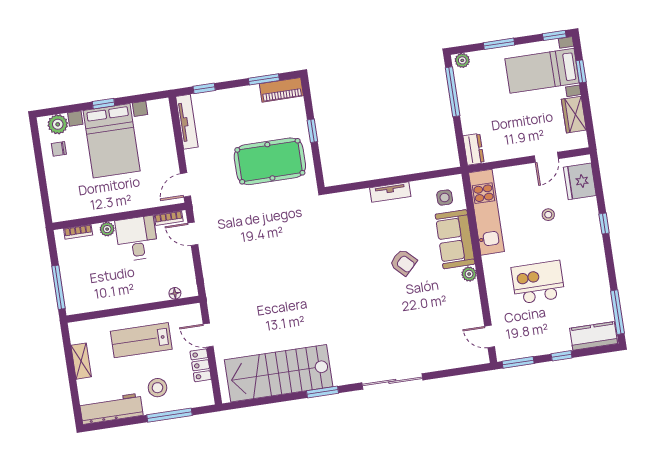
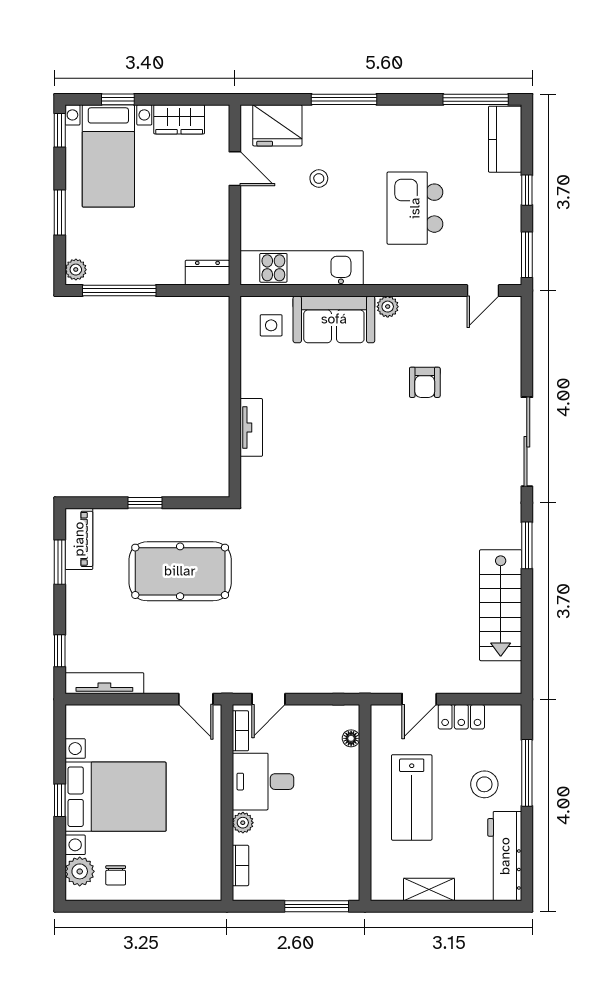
pool table: (270, 161) -> (180, 571), turned 90
tv unit: (390, 192) -> (251, 427), moved
window: (604, 224) -> (344, 99), width x2.17
armchair: (403, 262) -> (425, 382), moved, turned 135
stairs: (279, 373) -> (501, 605), width x0.73, depth x0.66

